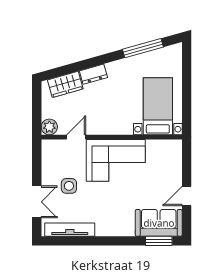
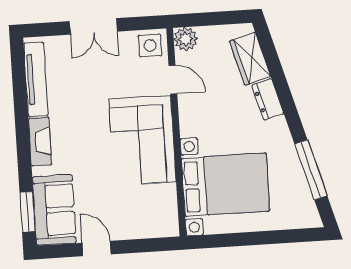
bed with nightstands: (158, 106) -> (226, 185), width x1.36
side table: (69, 186) -> (150, 46), moved
double door: (37, 202) -> (93, 26), moved
fireplace: (112, 229) -> (40, 142), added

